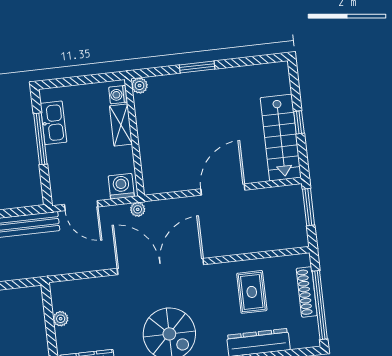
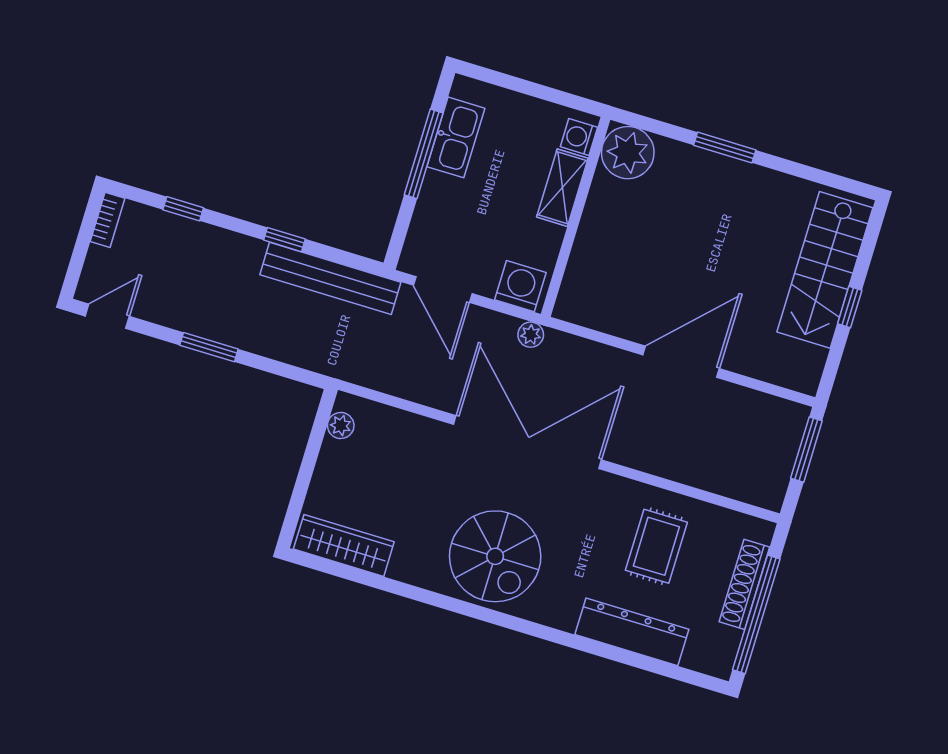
plant: (140, 86) -> (628, 153), width x1.88, depth x1.88
stairs: (281, 138) -> (825, 270), moved
plant: (61, 319) -> (341, 426), moved

